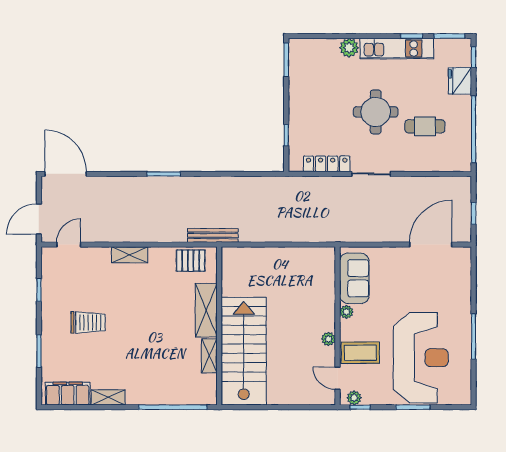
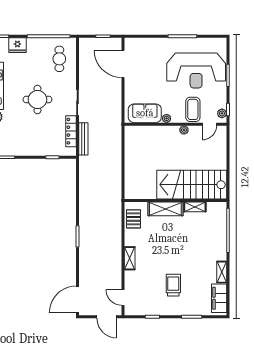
cafe table: (425, 126) -> (59, 59), moved
bench: (213, 235) -> (83, 139), moved
reception desk: (421, 358) -> (196, 70), turned 180

